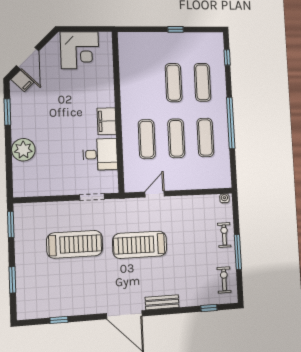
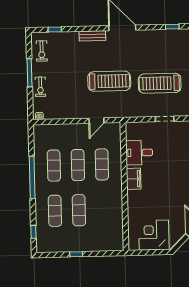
doorway: (92, 197) -> (165, 119), moved

